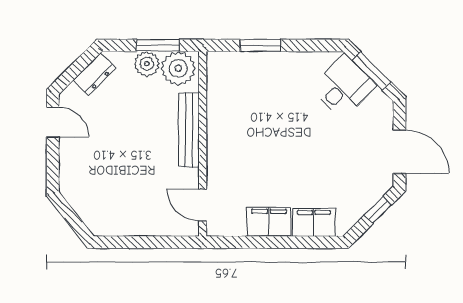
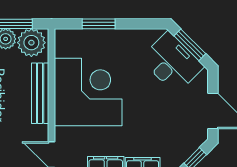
desk: (344, 87) -> (172, 63), width x1.37
corner desk: (247, 129) -> (88, 92), added

